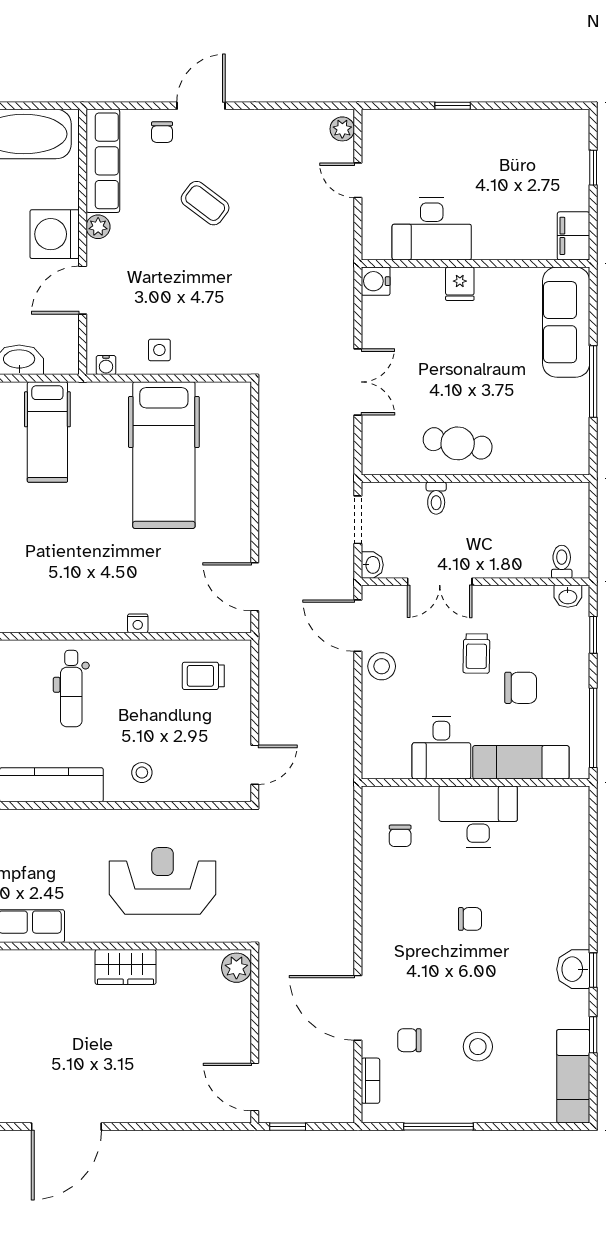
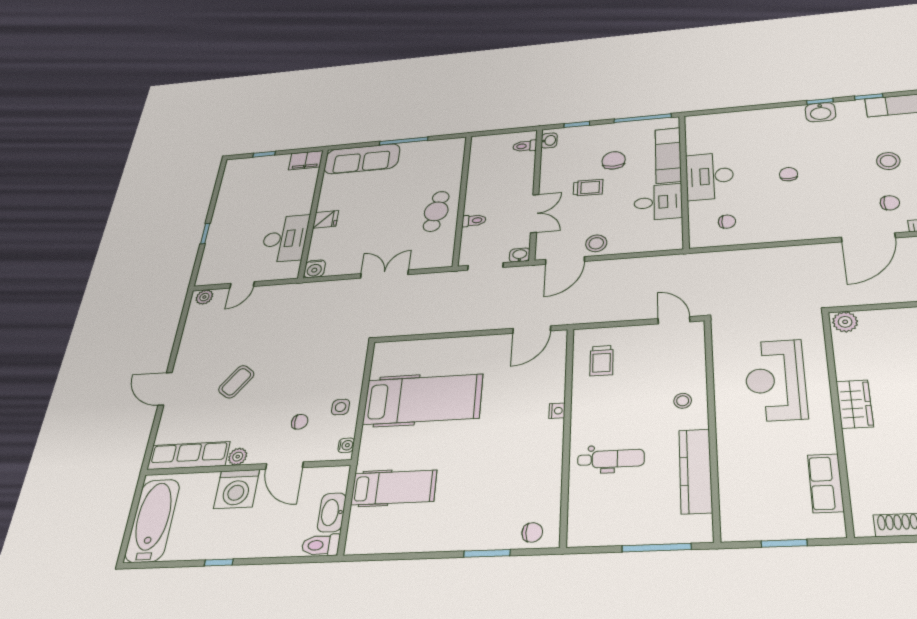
chair: (162, 132) -> (300, 422), moved
chair: (409, 1040) -> (890, 203), turned -90

